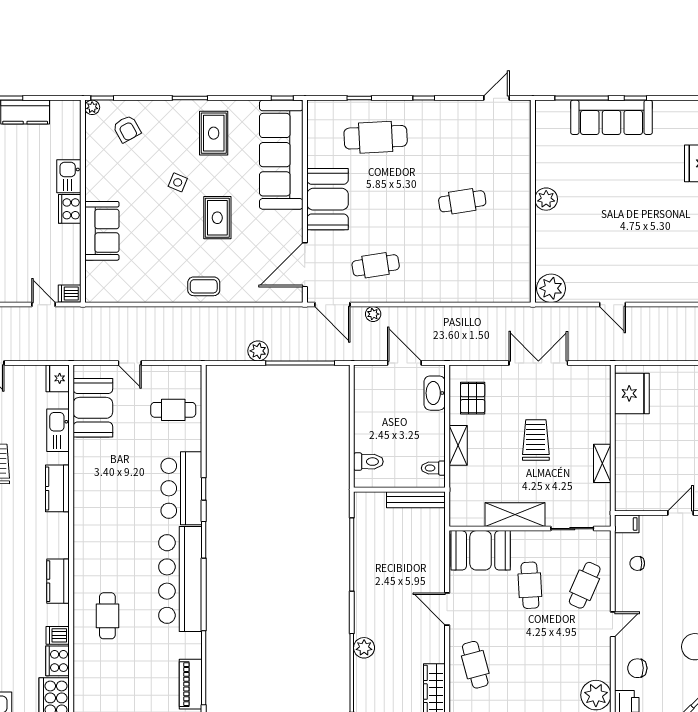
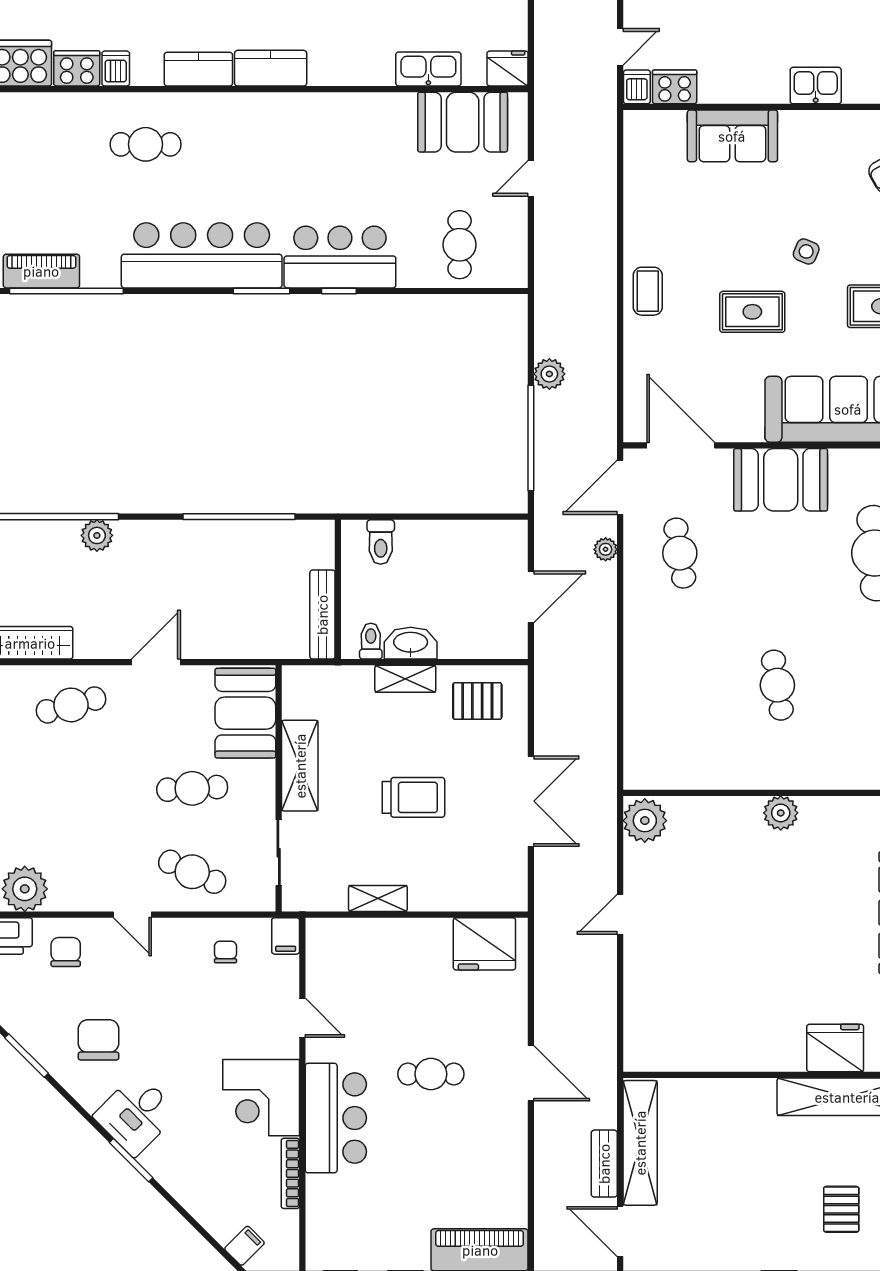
cooker: (70, 209) -> (675, 87), moved
washbasin: (435, 393) -> (411, 643), moved
kitchen counter: (57, 488) -> (271, 68), moved

